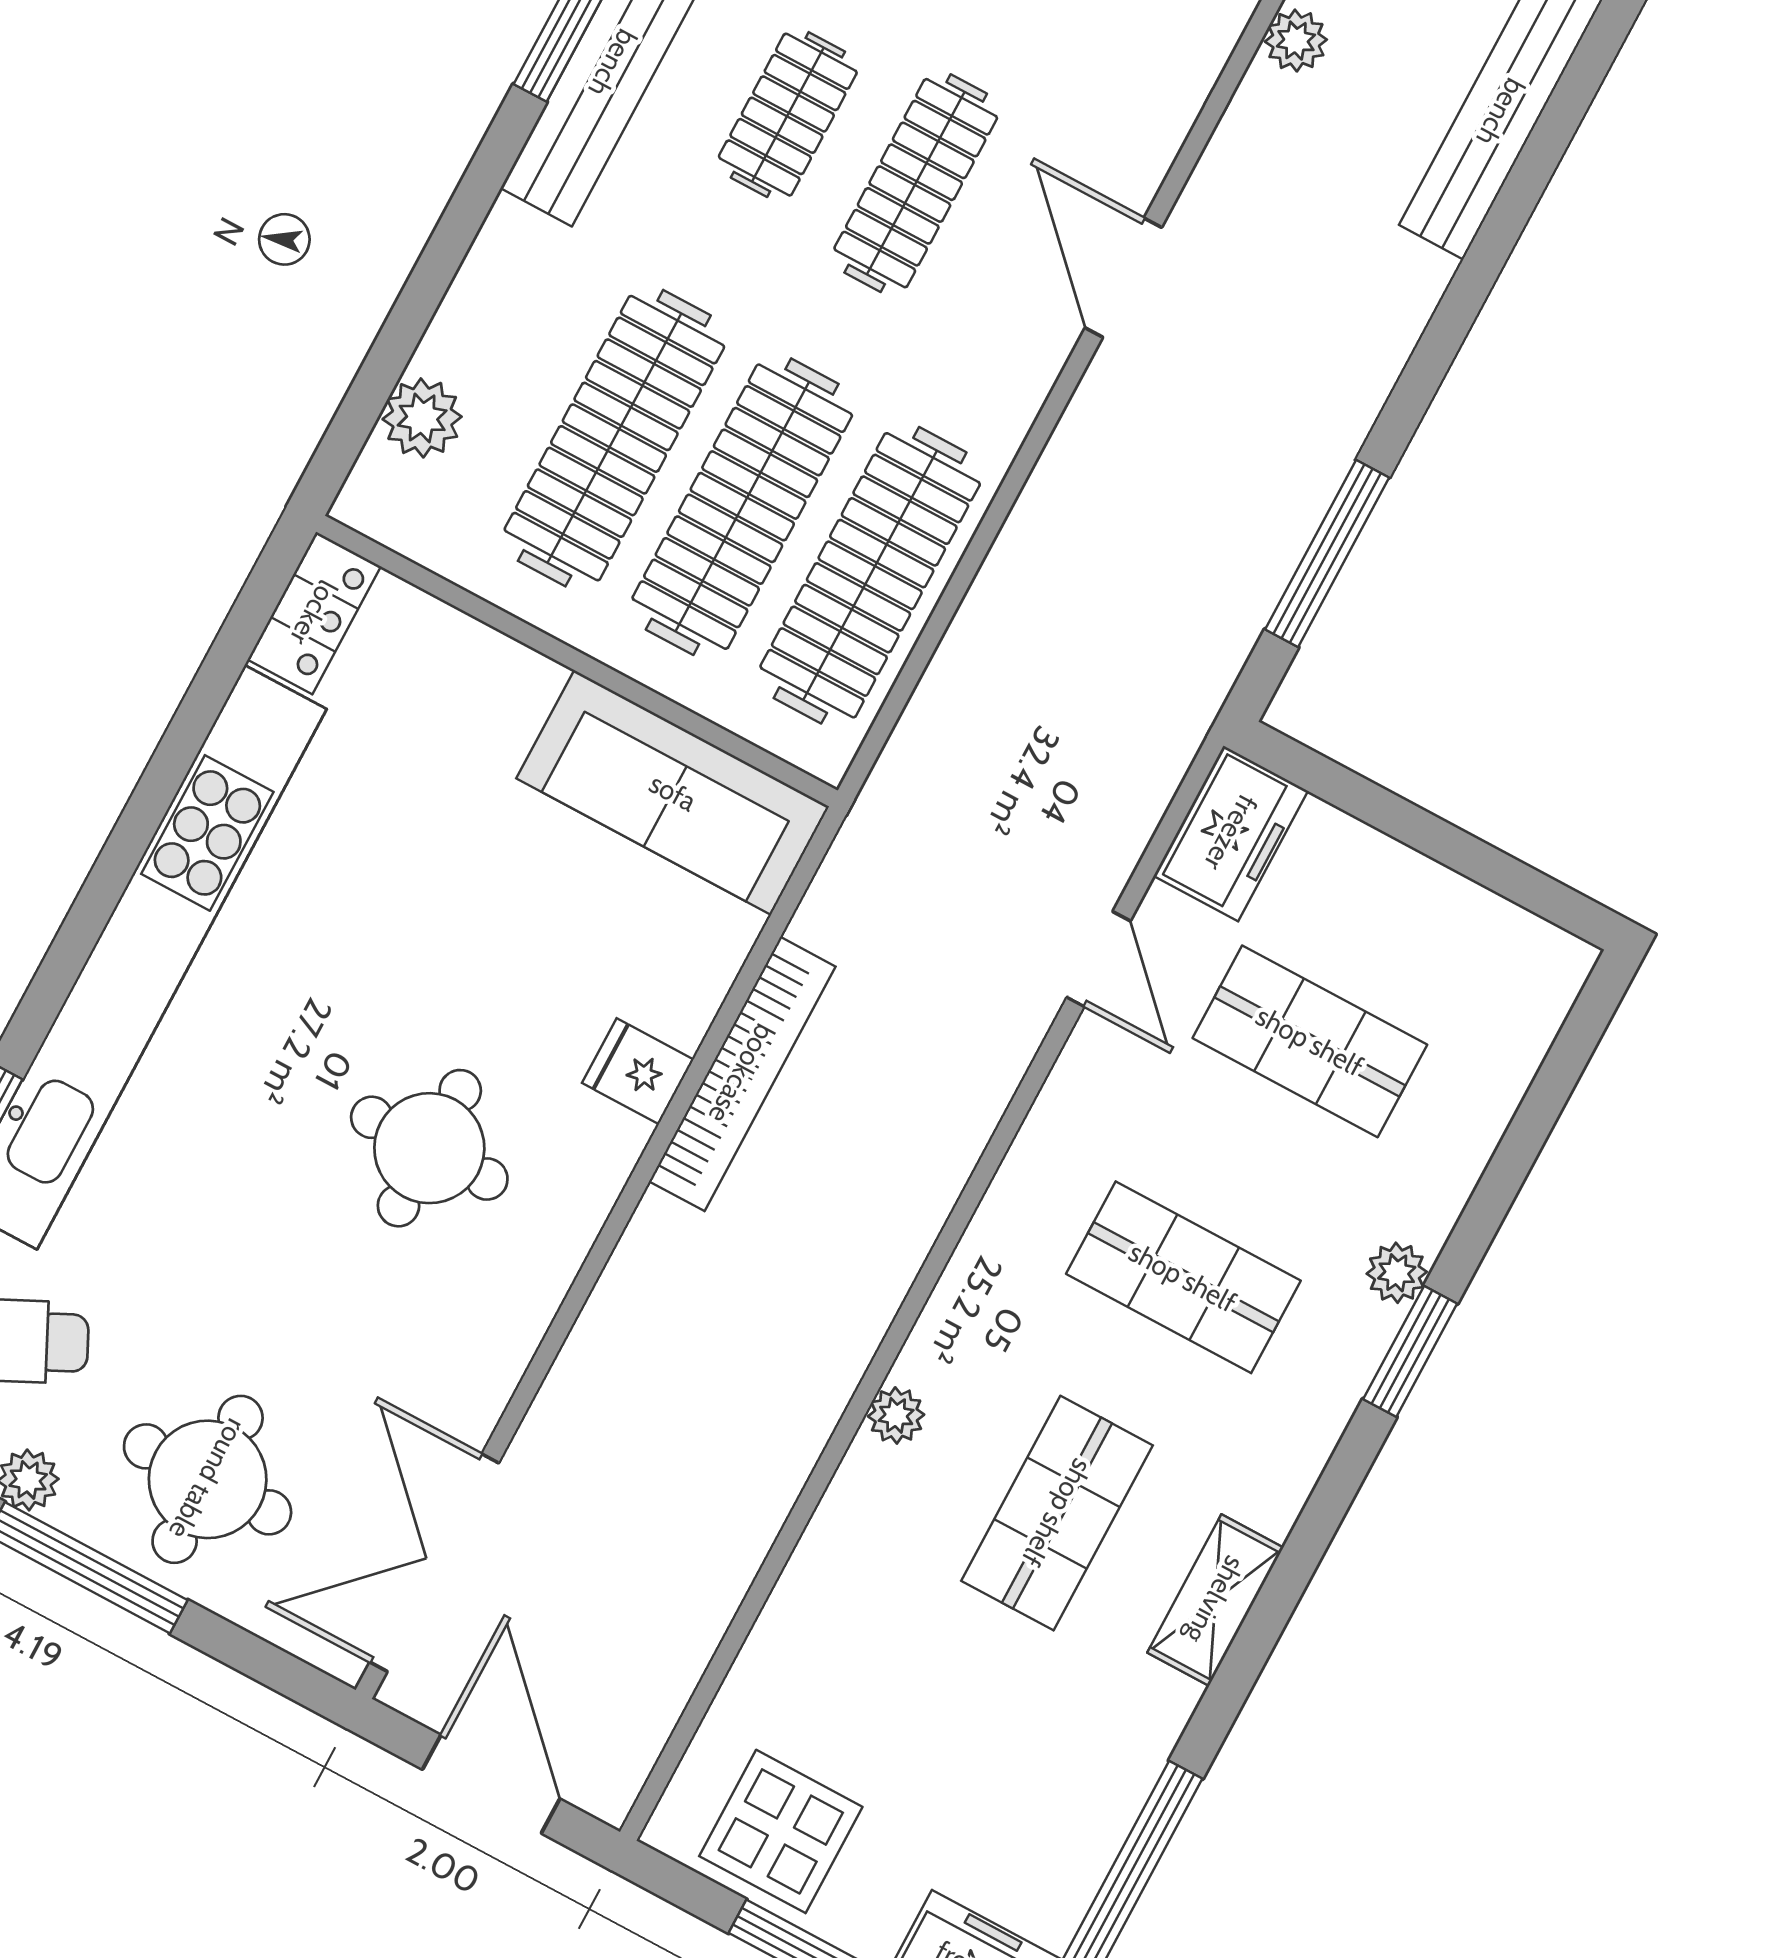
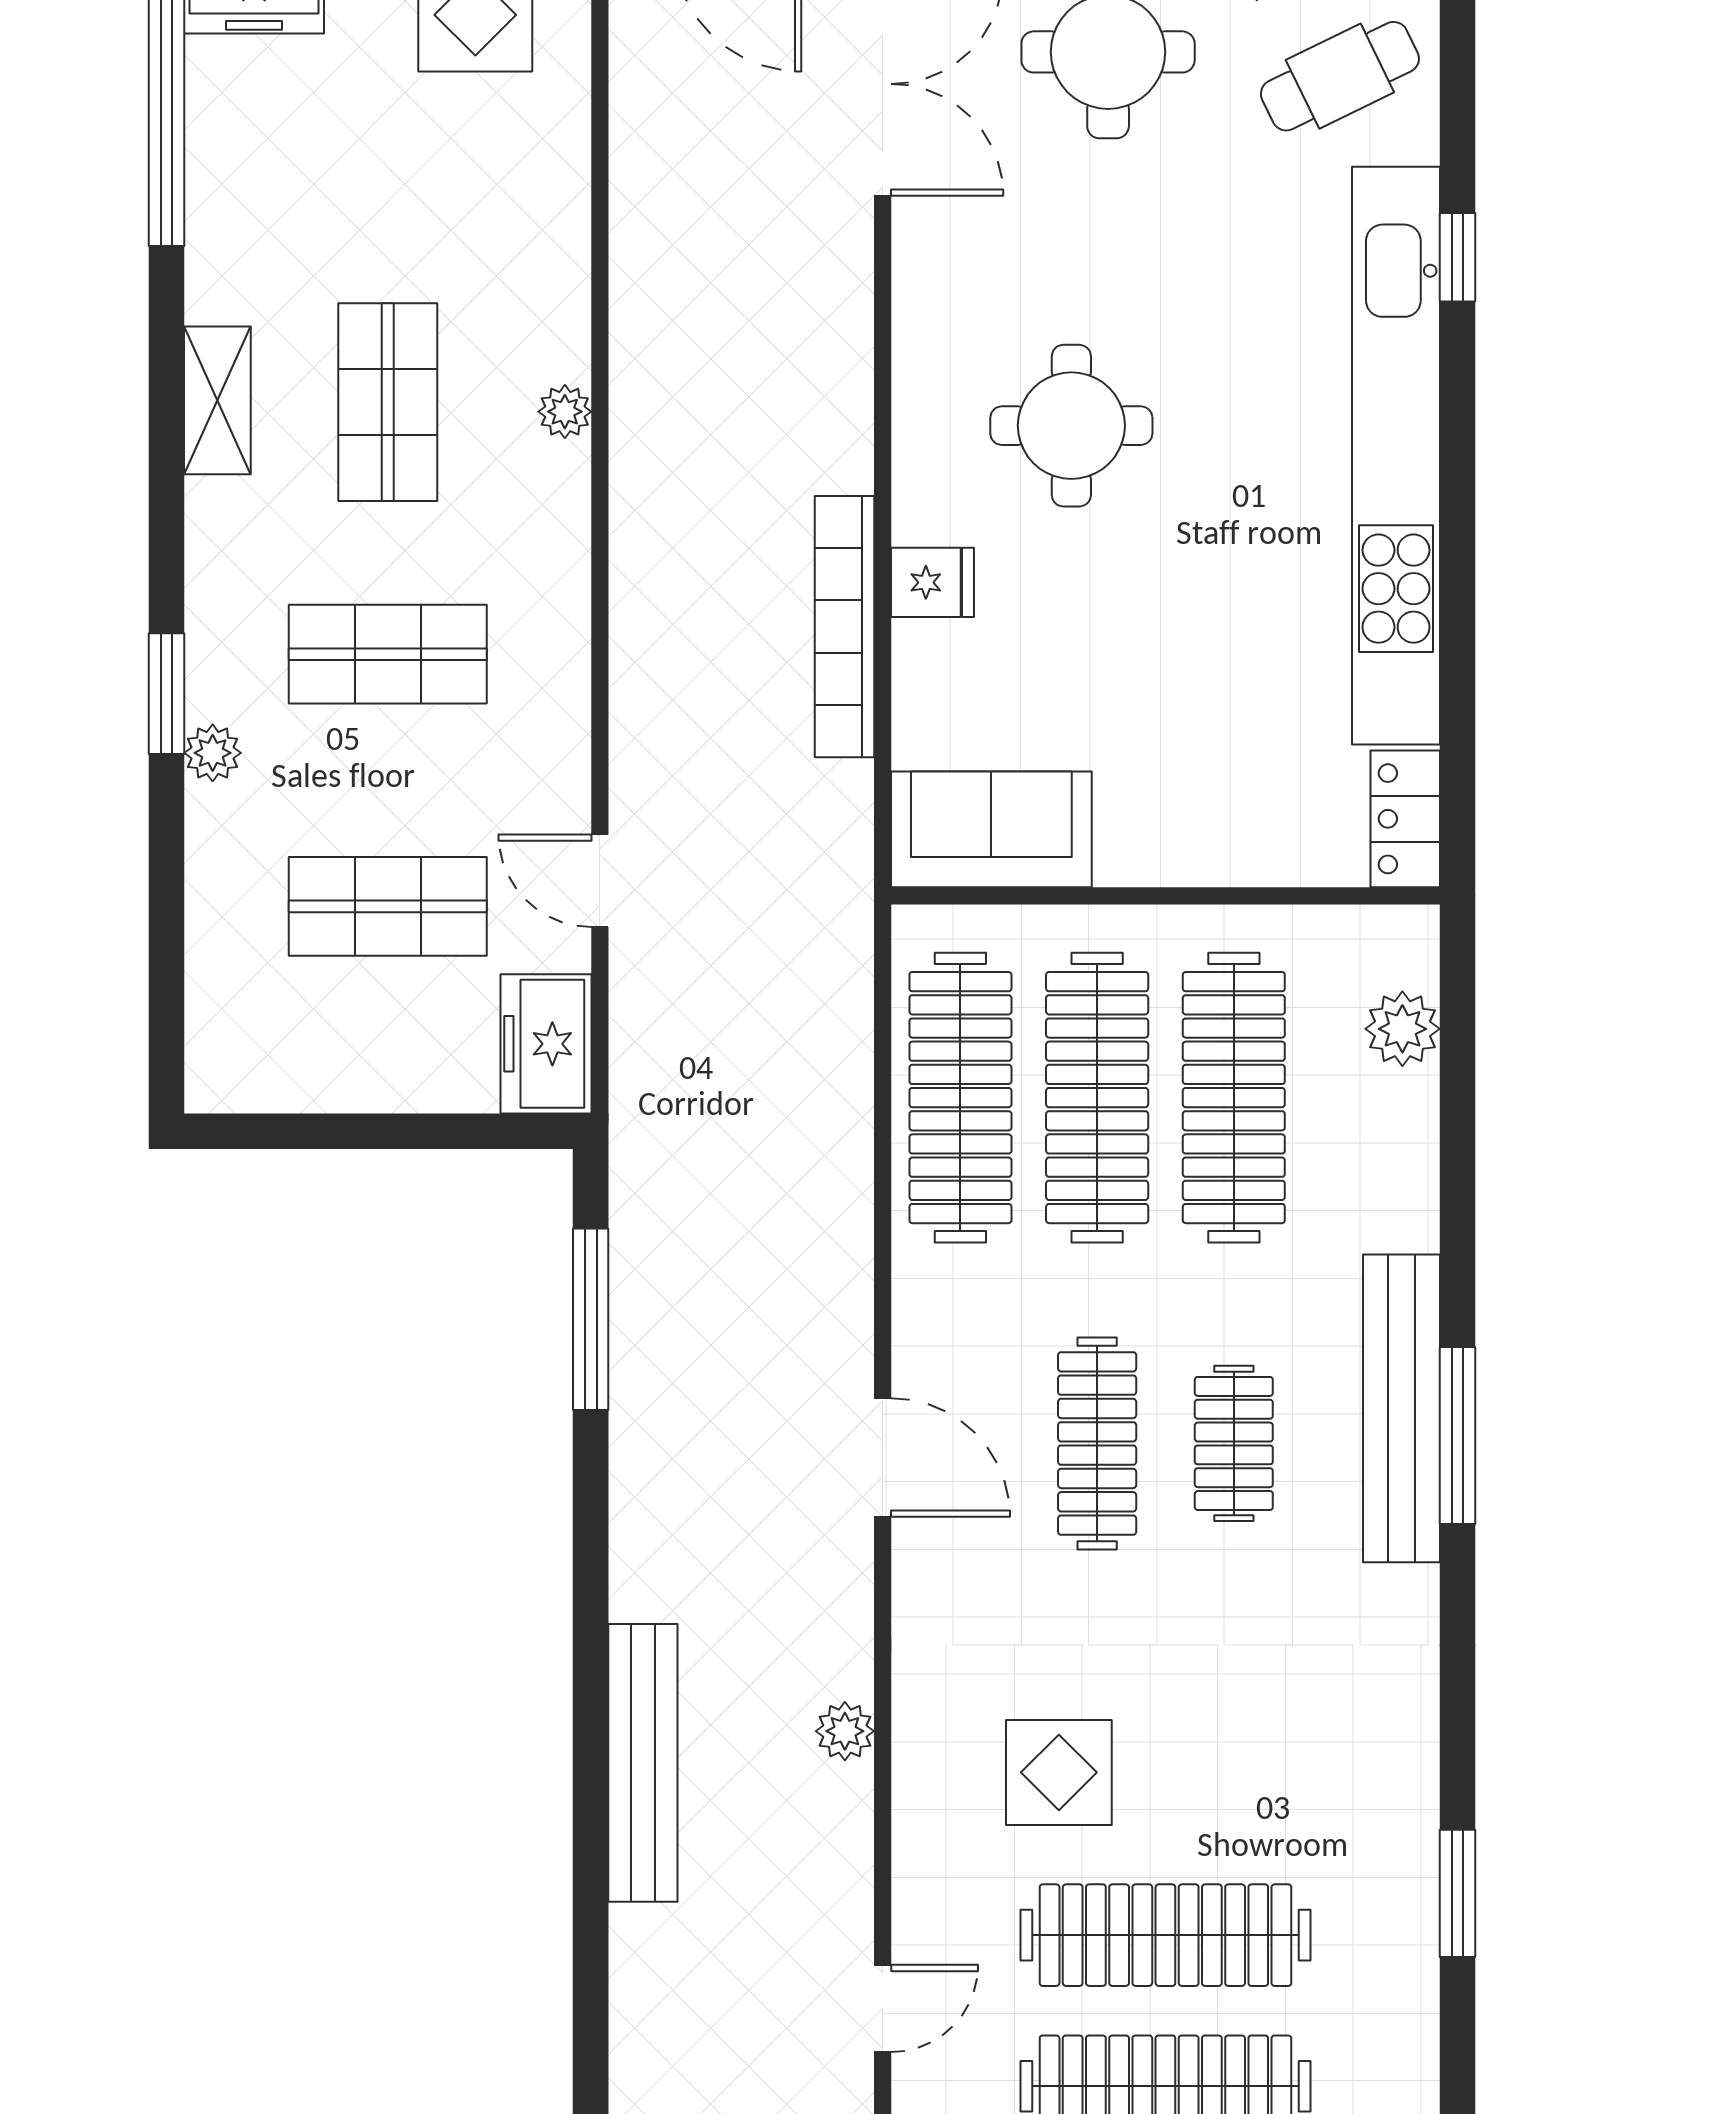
sofa: (673, 792) -> (991, 829), width x0.73

